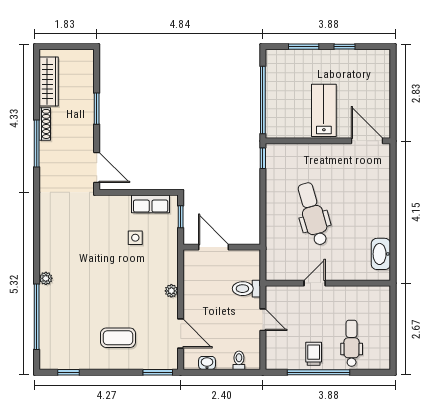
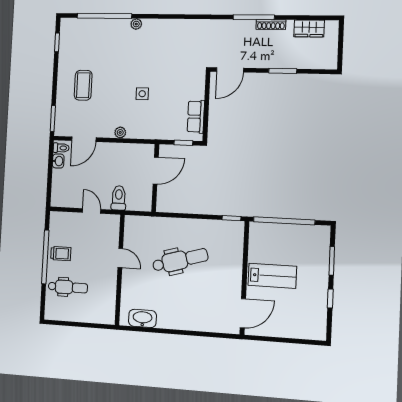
wardrobe: (49, 82) -> (309, 28), width x0.67
side table: (135, 238) -> (142, 94), moved
door: (263, 320) -> (92, 211), swing flipped
toilet: (239, 360) -> (61, 148), moved

